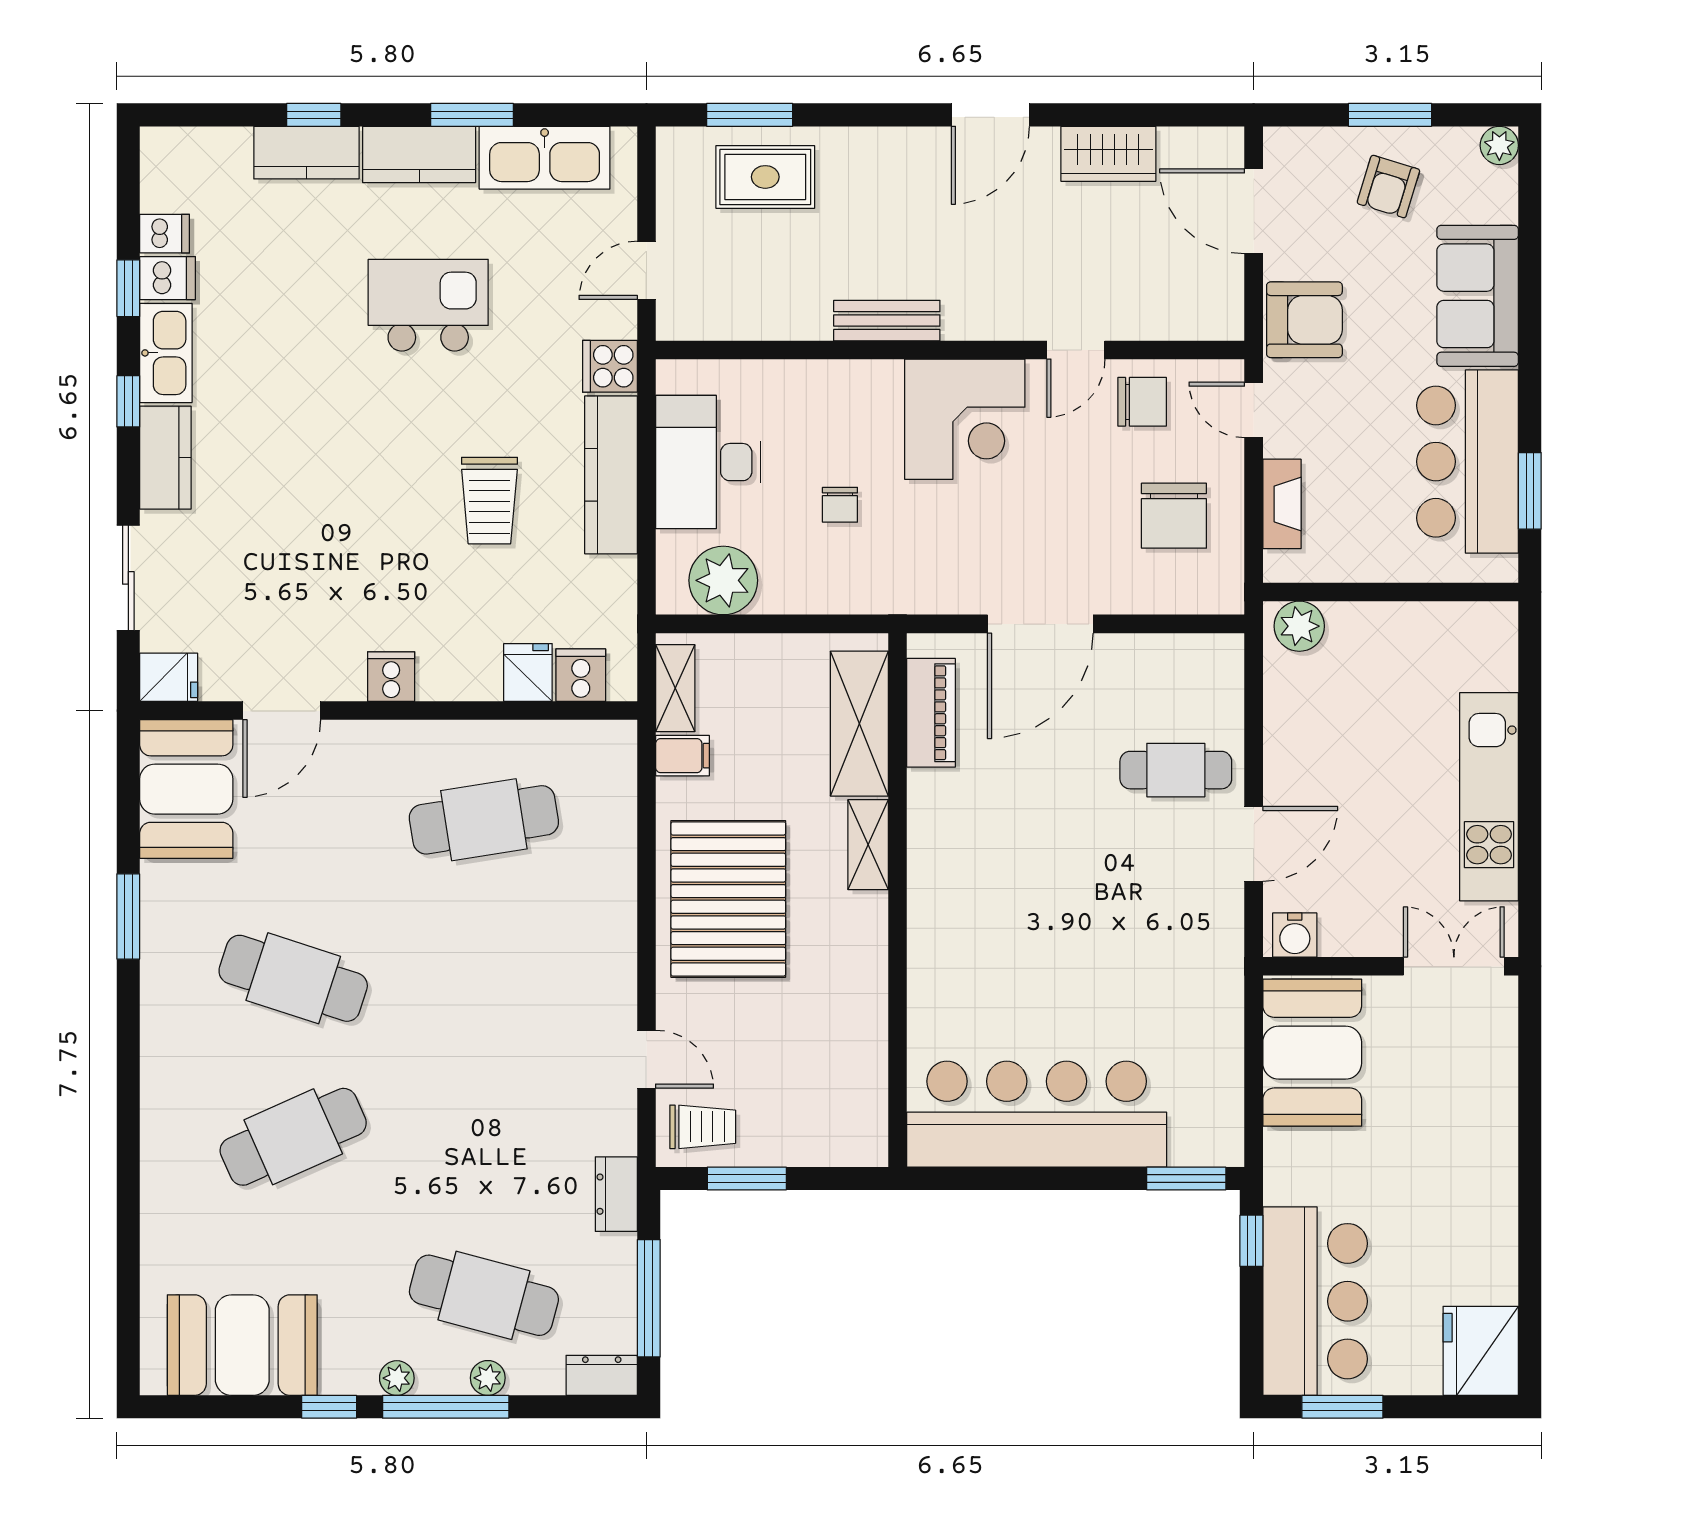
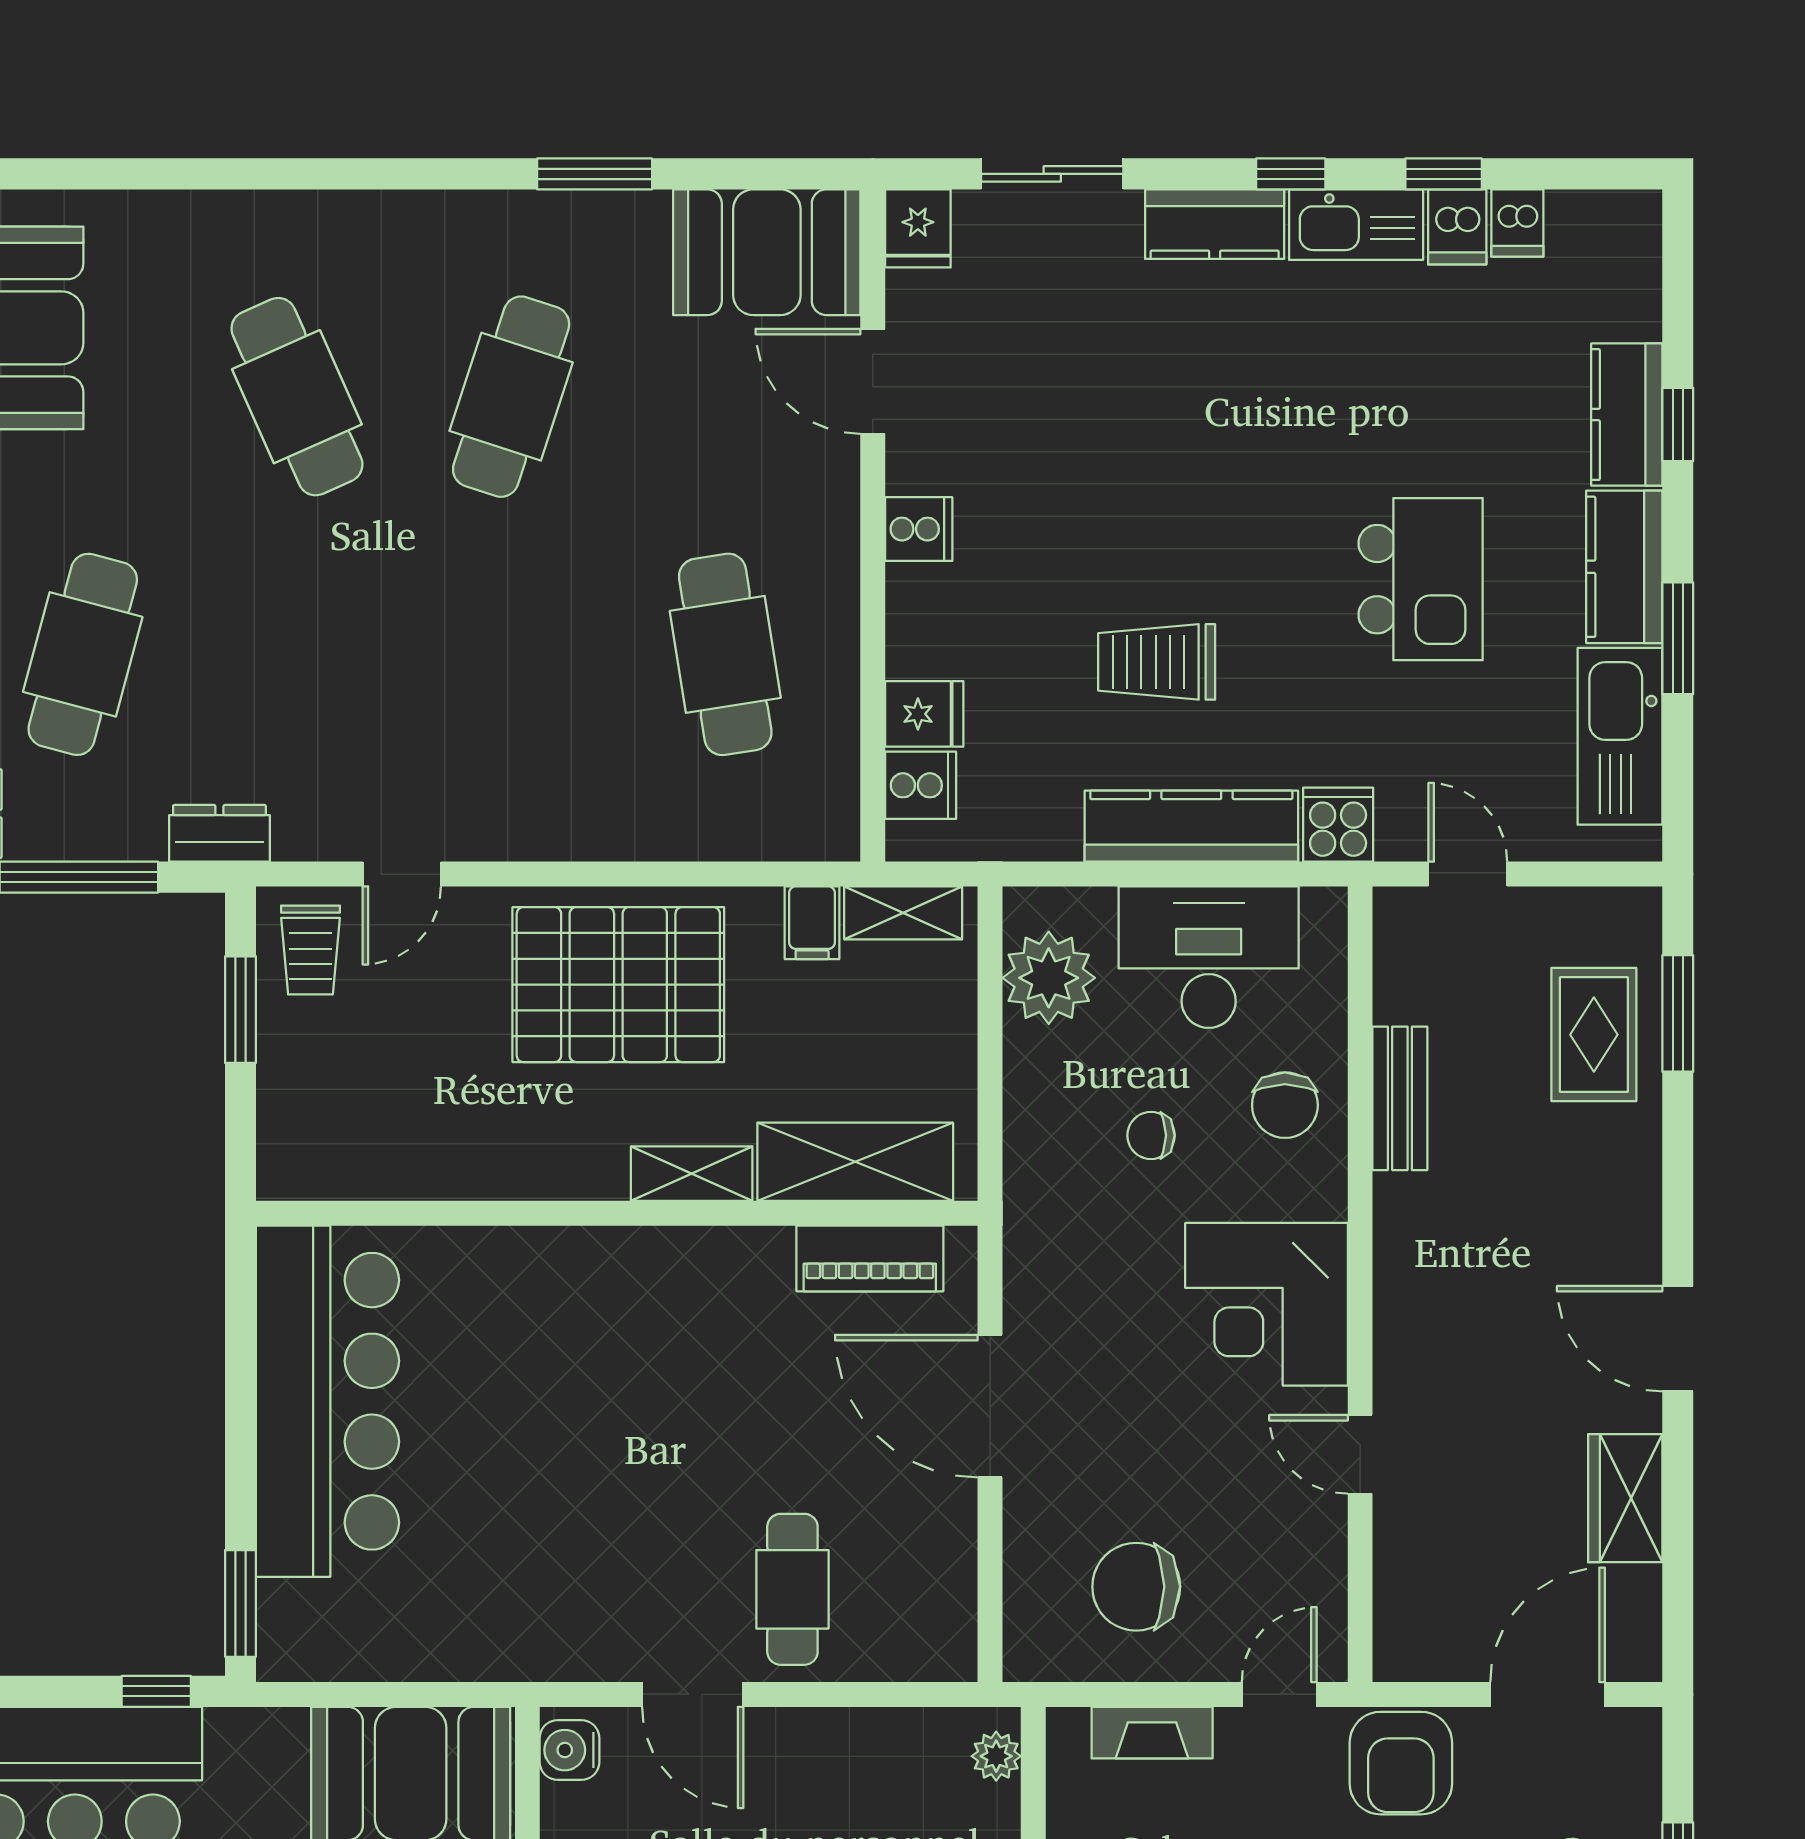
bench: (887, 321) -> (1400, 1098), moved
chair: (1142, 402) -> (1285, 1105), moved
plant: (1299, 626) -> (996, 1756), width x0.73, depth x0.73

